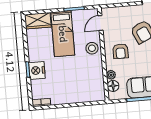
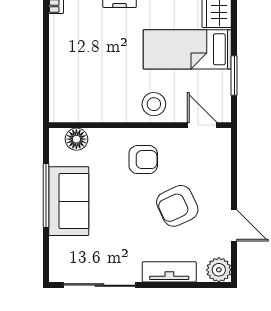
armchair: (120, 51) -> (143, 160), turned 180
plant: (111, 75) -> (99, 137), removed

